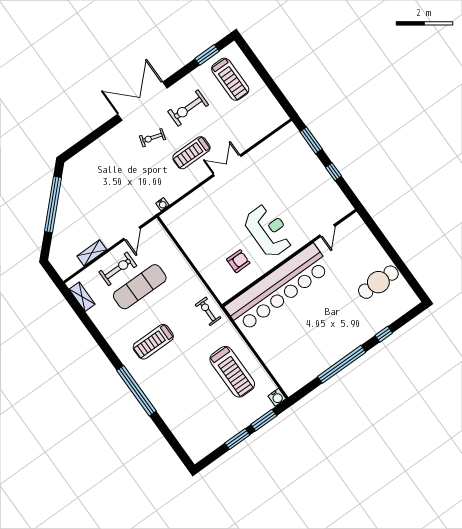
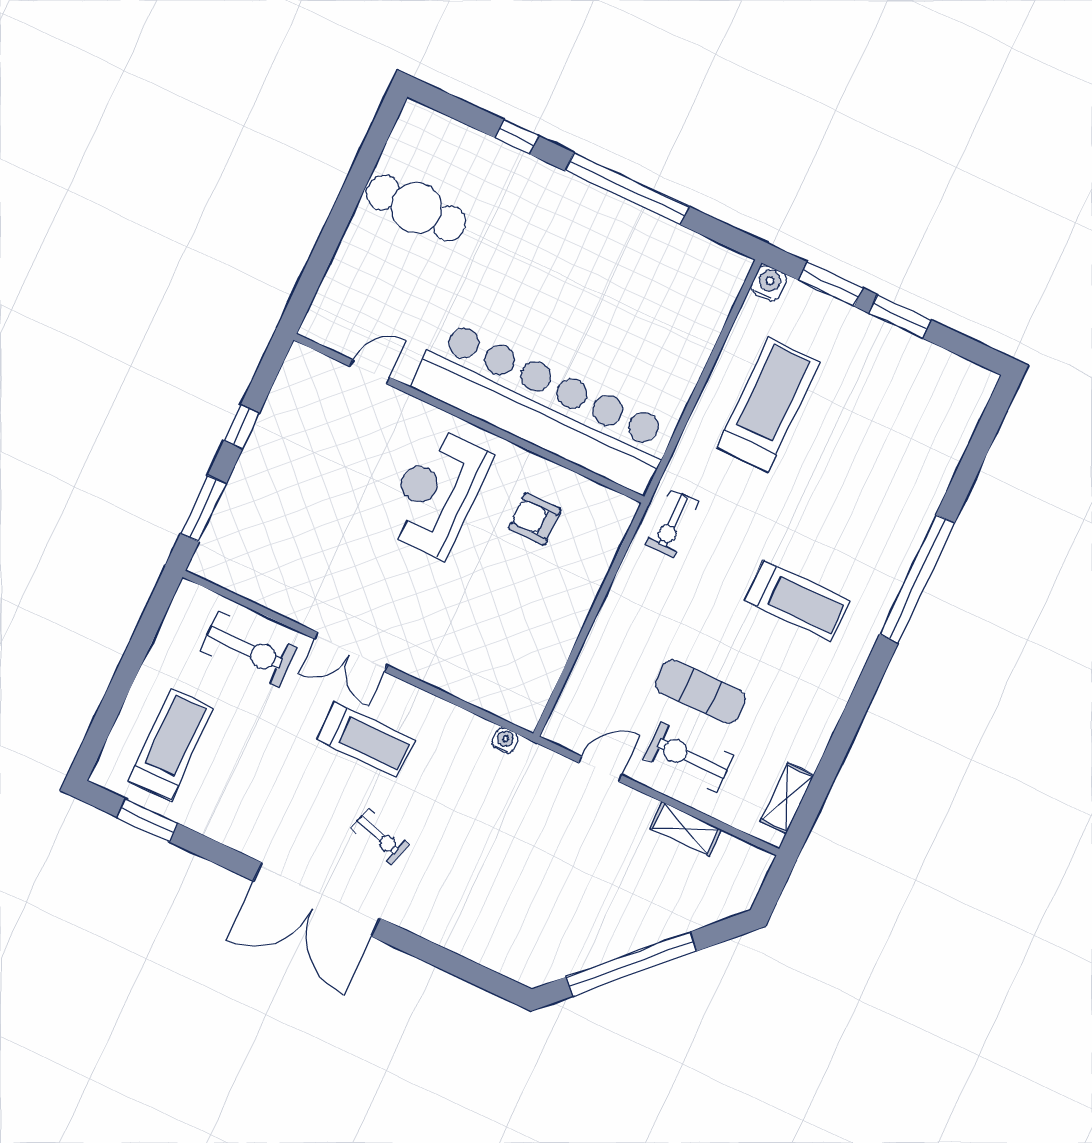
exercise bike: (188, 108) -> (249, 649), moved
exercise mat: (140, 287) -> (700, 692), width x0.73, depth x0.69

